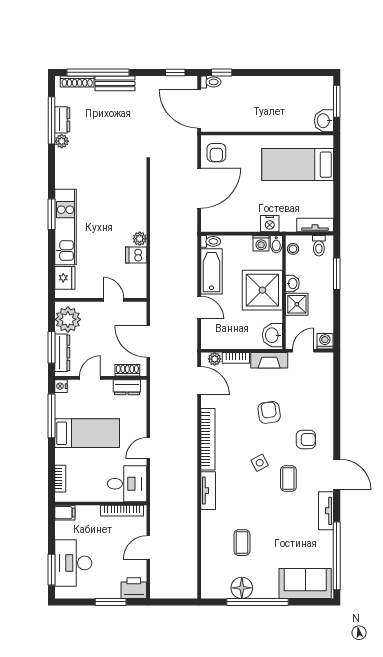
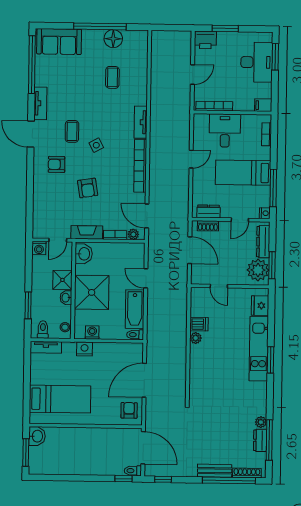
bidet: (276, 244) -> (79, 331), removed
window: (51, 347) -> (272, 265), moved
desk: (127, 484) -> (225, 131), moved, turned 90

